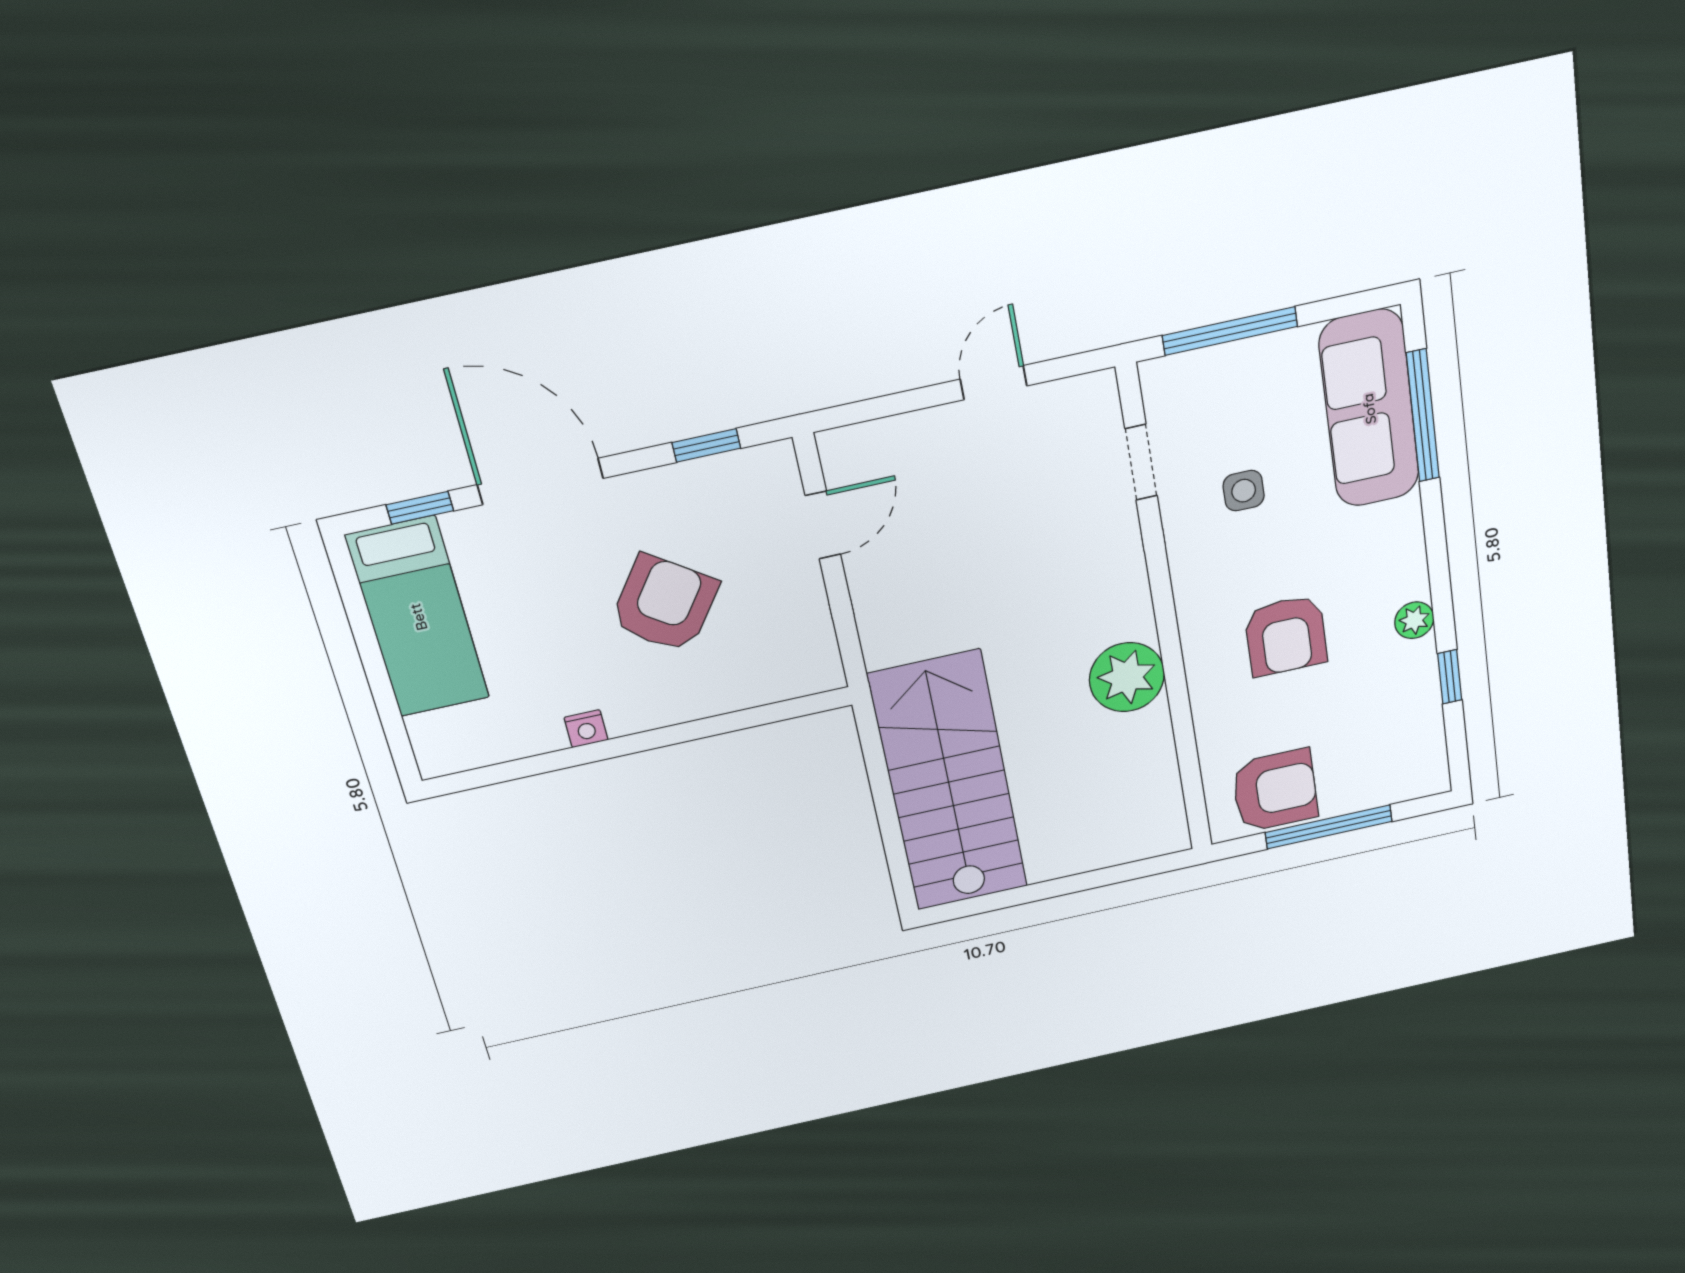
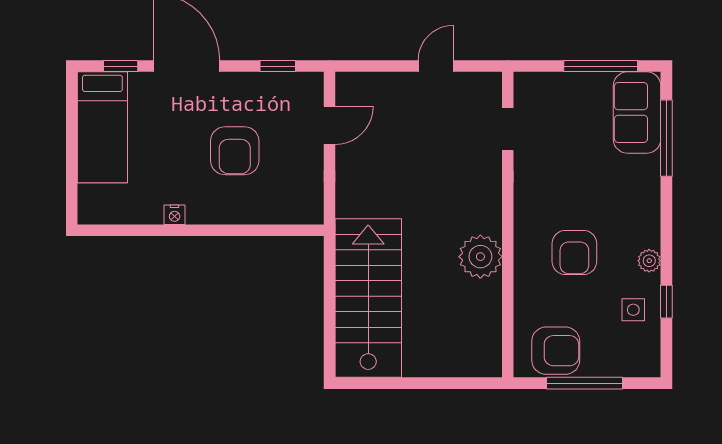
window: (1230, 331) -> (601, 66), moved
sofa: (1369, 409) -> (637, 113), width x0.73
side table: (1244, 491) -> (633, 310), moved
armchair: (664, 604) -> (235, 151), turned 145

